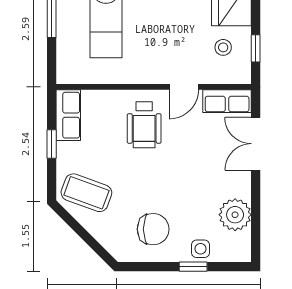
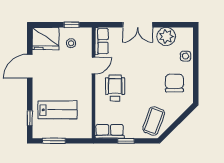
door: (184, 87) -> (94, 66), hinge flipped
wheelchair: (144, 125) -> (115, 88), turned -90
double door: (256, 144) -> (138, 25), moved
window: (193, 267) -> (196, 60), removed

